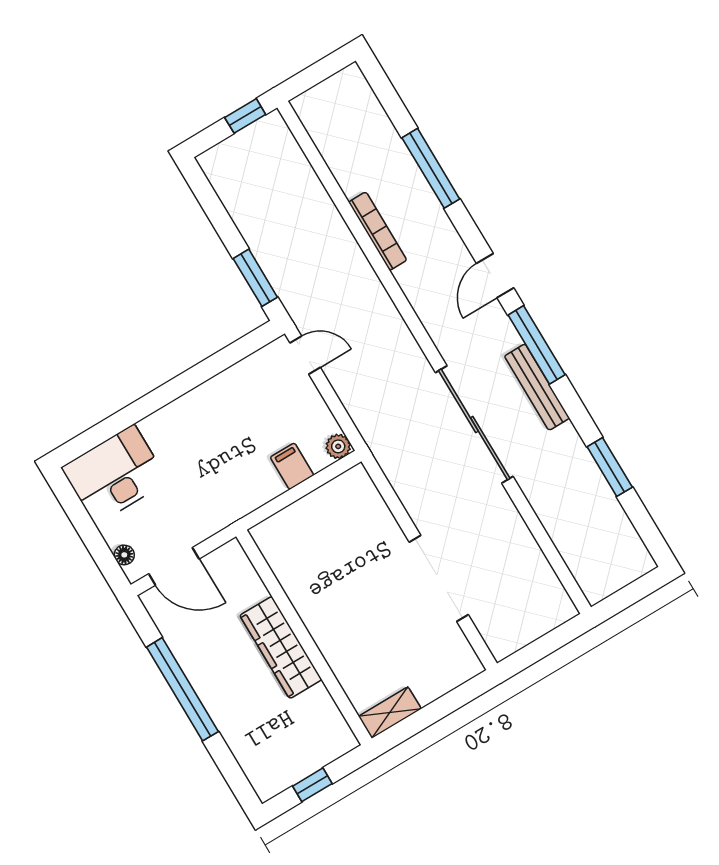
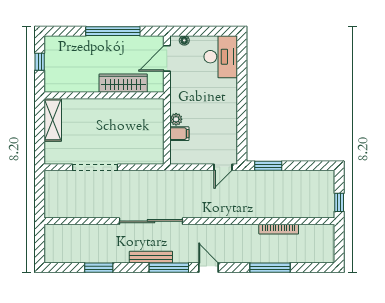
bookcase: (378, 231) -> (279, 229), moved
plant: (338, 446) -> (176, 119), moved
wardrobe: (281, 647) -> (123, 83), moved
shelving: (390, 713) -> (53, 120), width x1.50, depth x1.33

